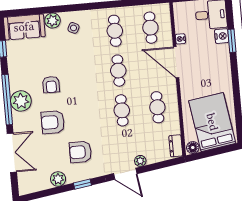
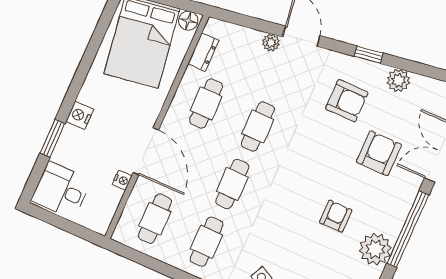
nightstand: (222, 36) -> (80, 115), moved
plant: (21, 101) -> (375, 249), moved
armchair: (53, 122) -> (379, 153), moved, turned -90
dresser: (176, 146) -> (203, 52), moved

